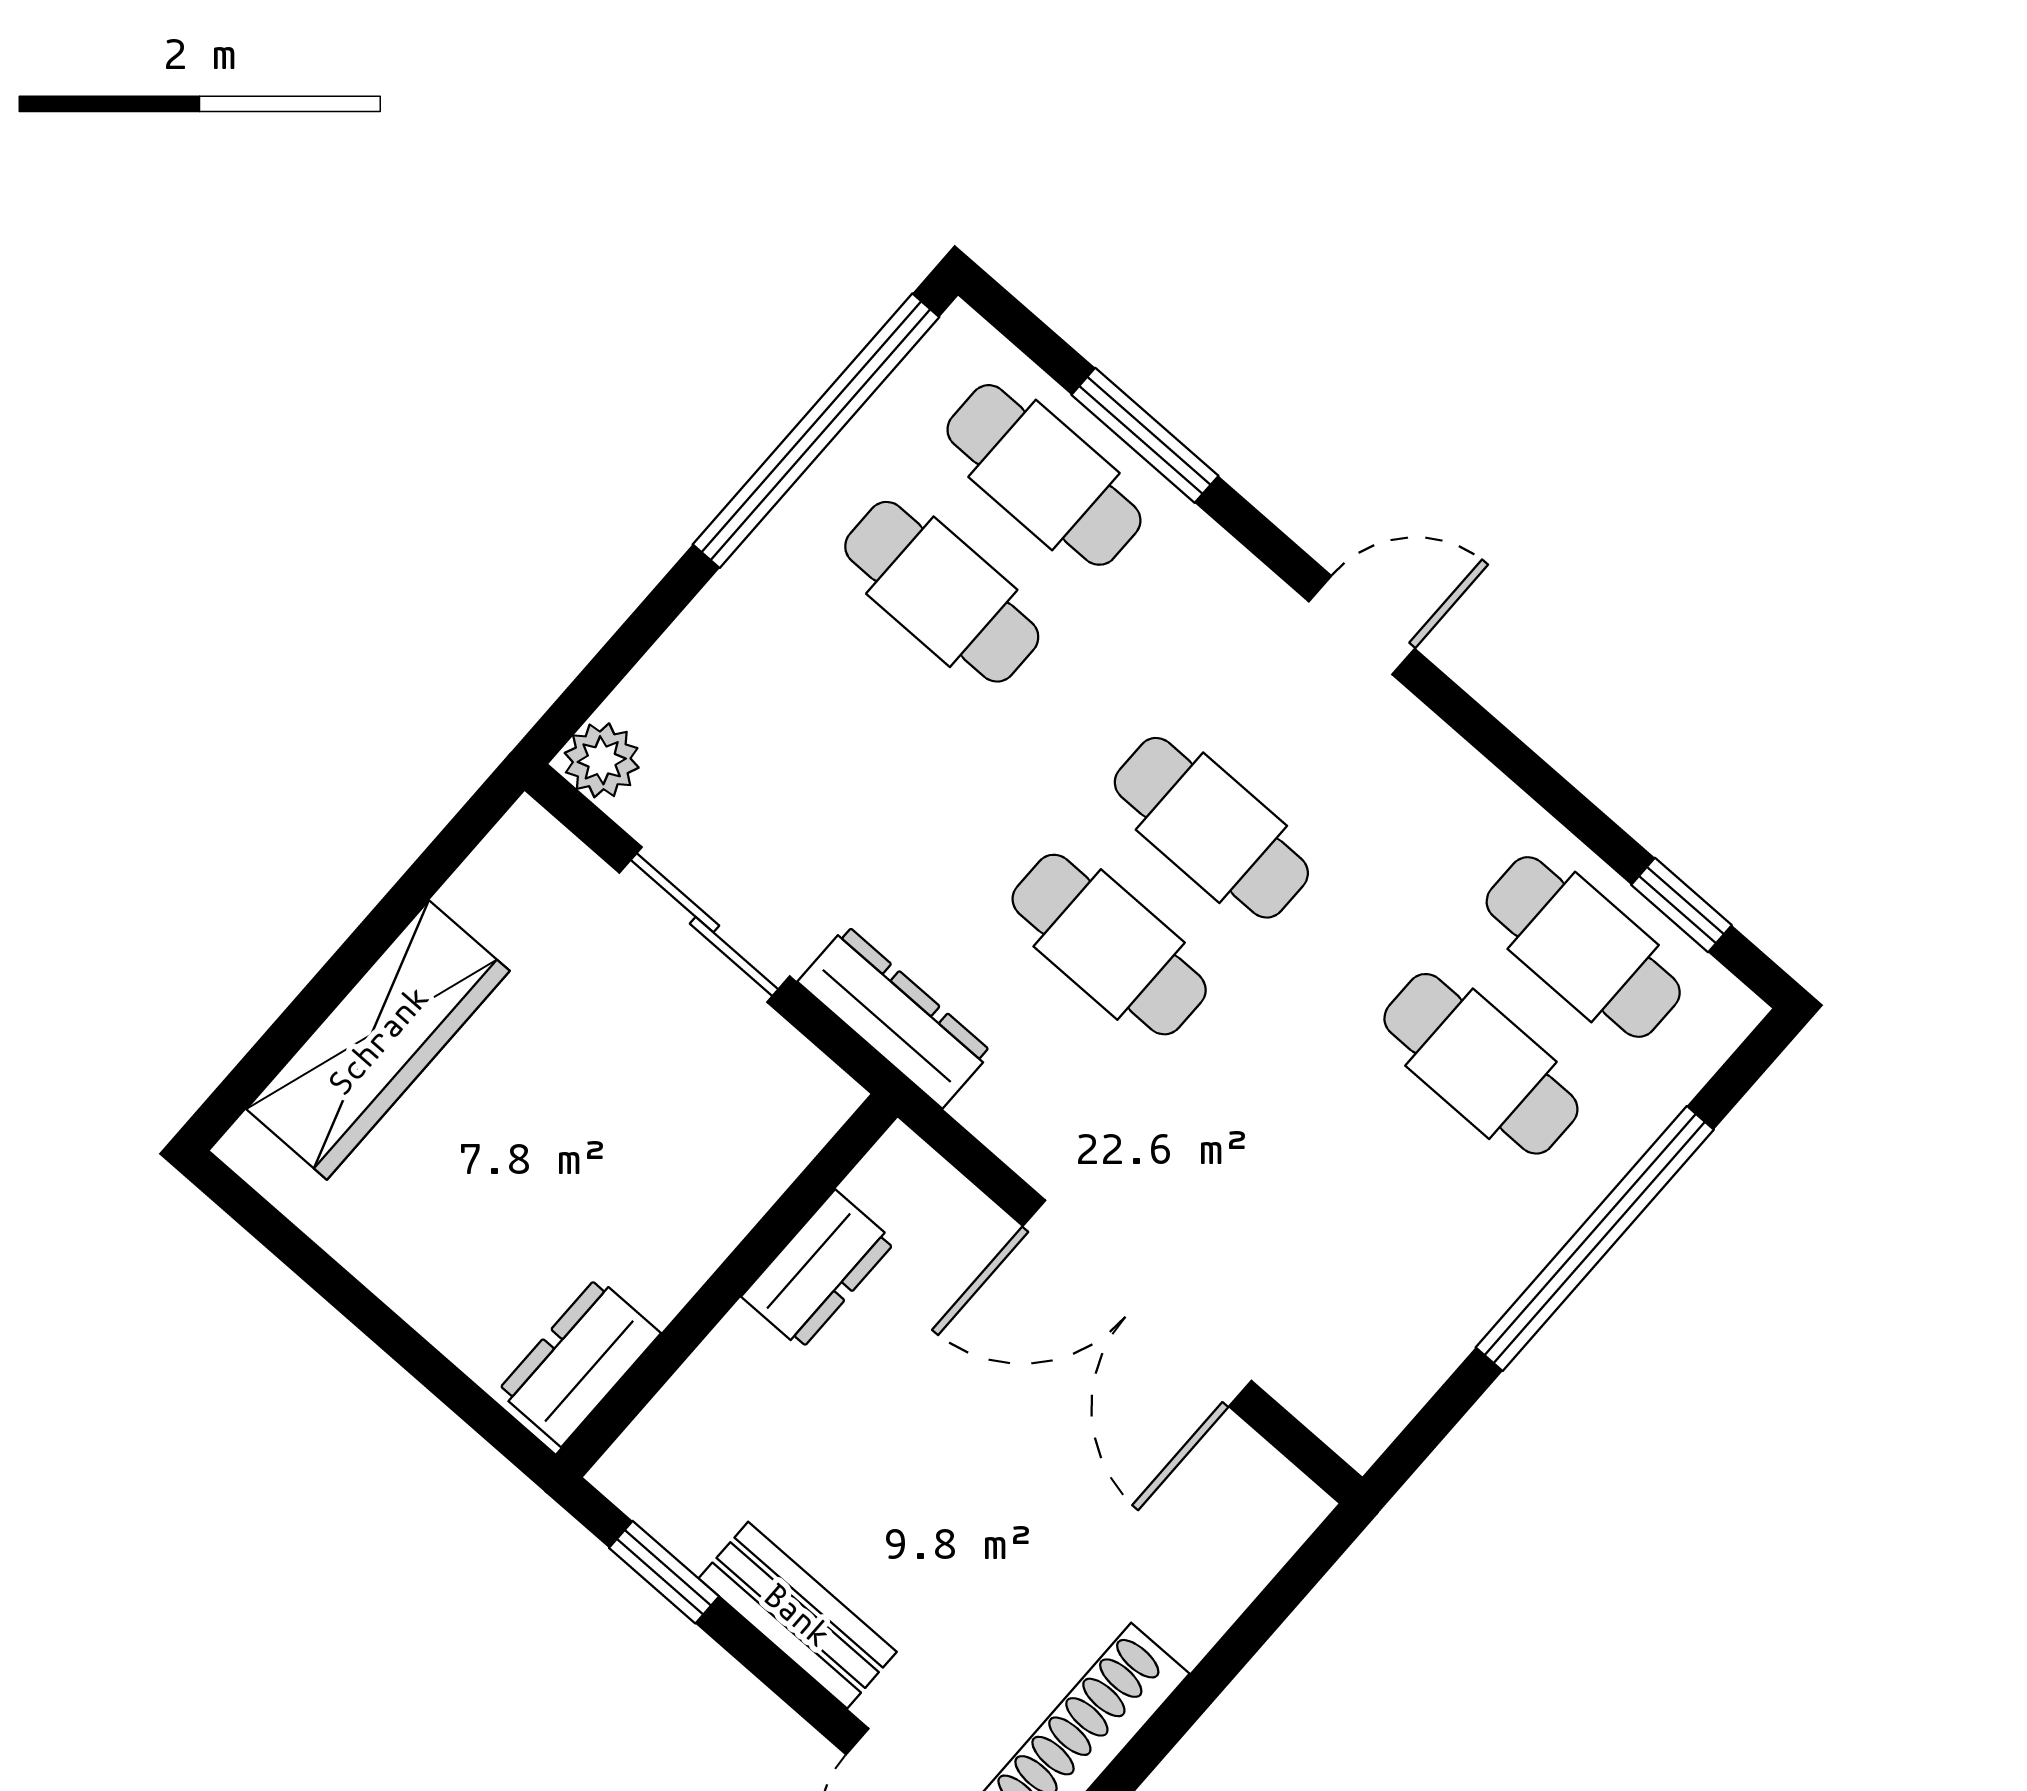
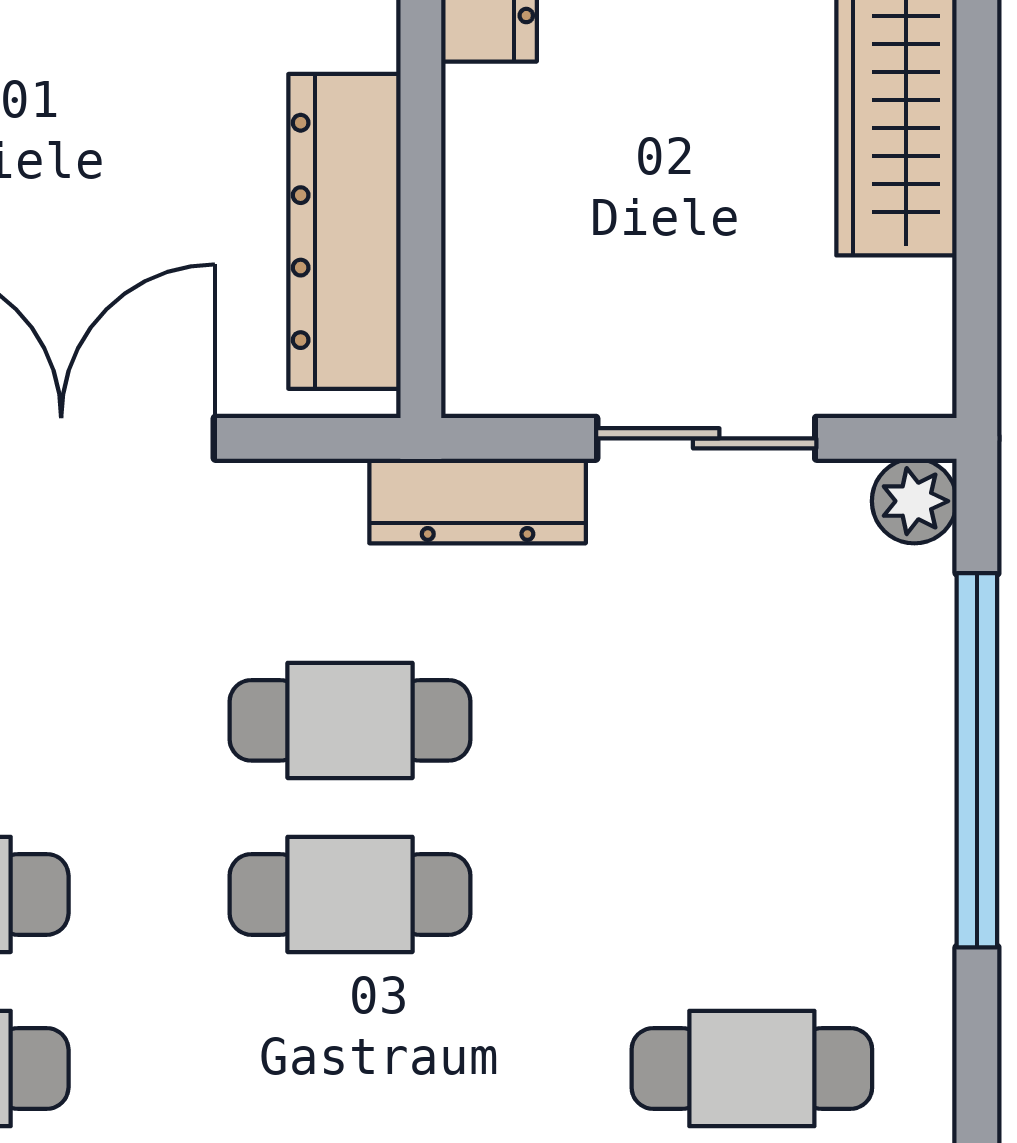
window: (816, 431) -> (977, 760), moved
cafe table: (942, 592) -> (752, 894), removed
dresser: (818, 1269) -> (344, 231), width x1.96, depth x1.24

